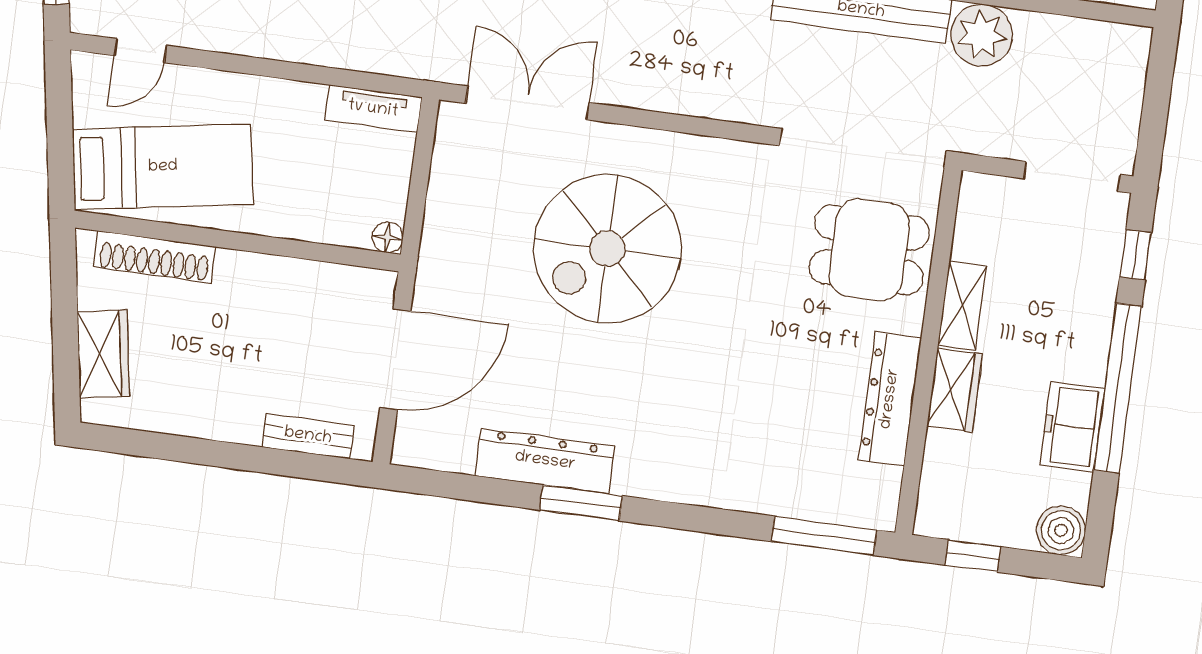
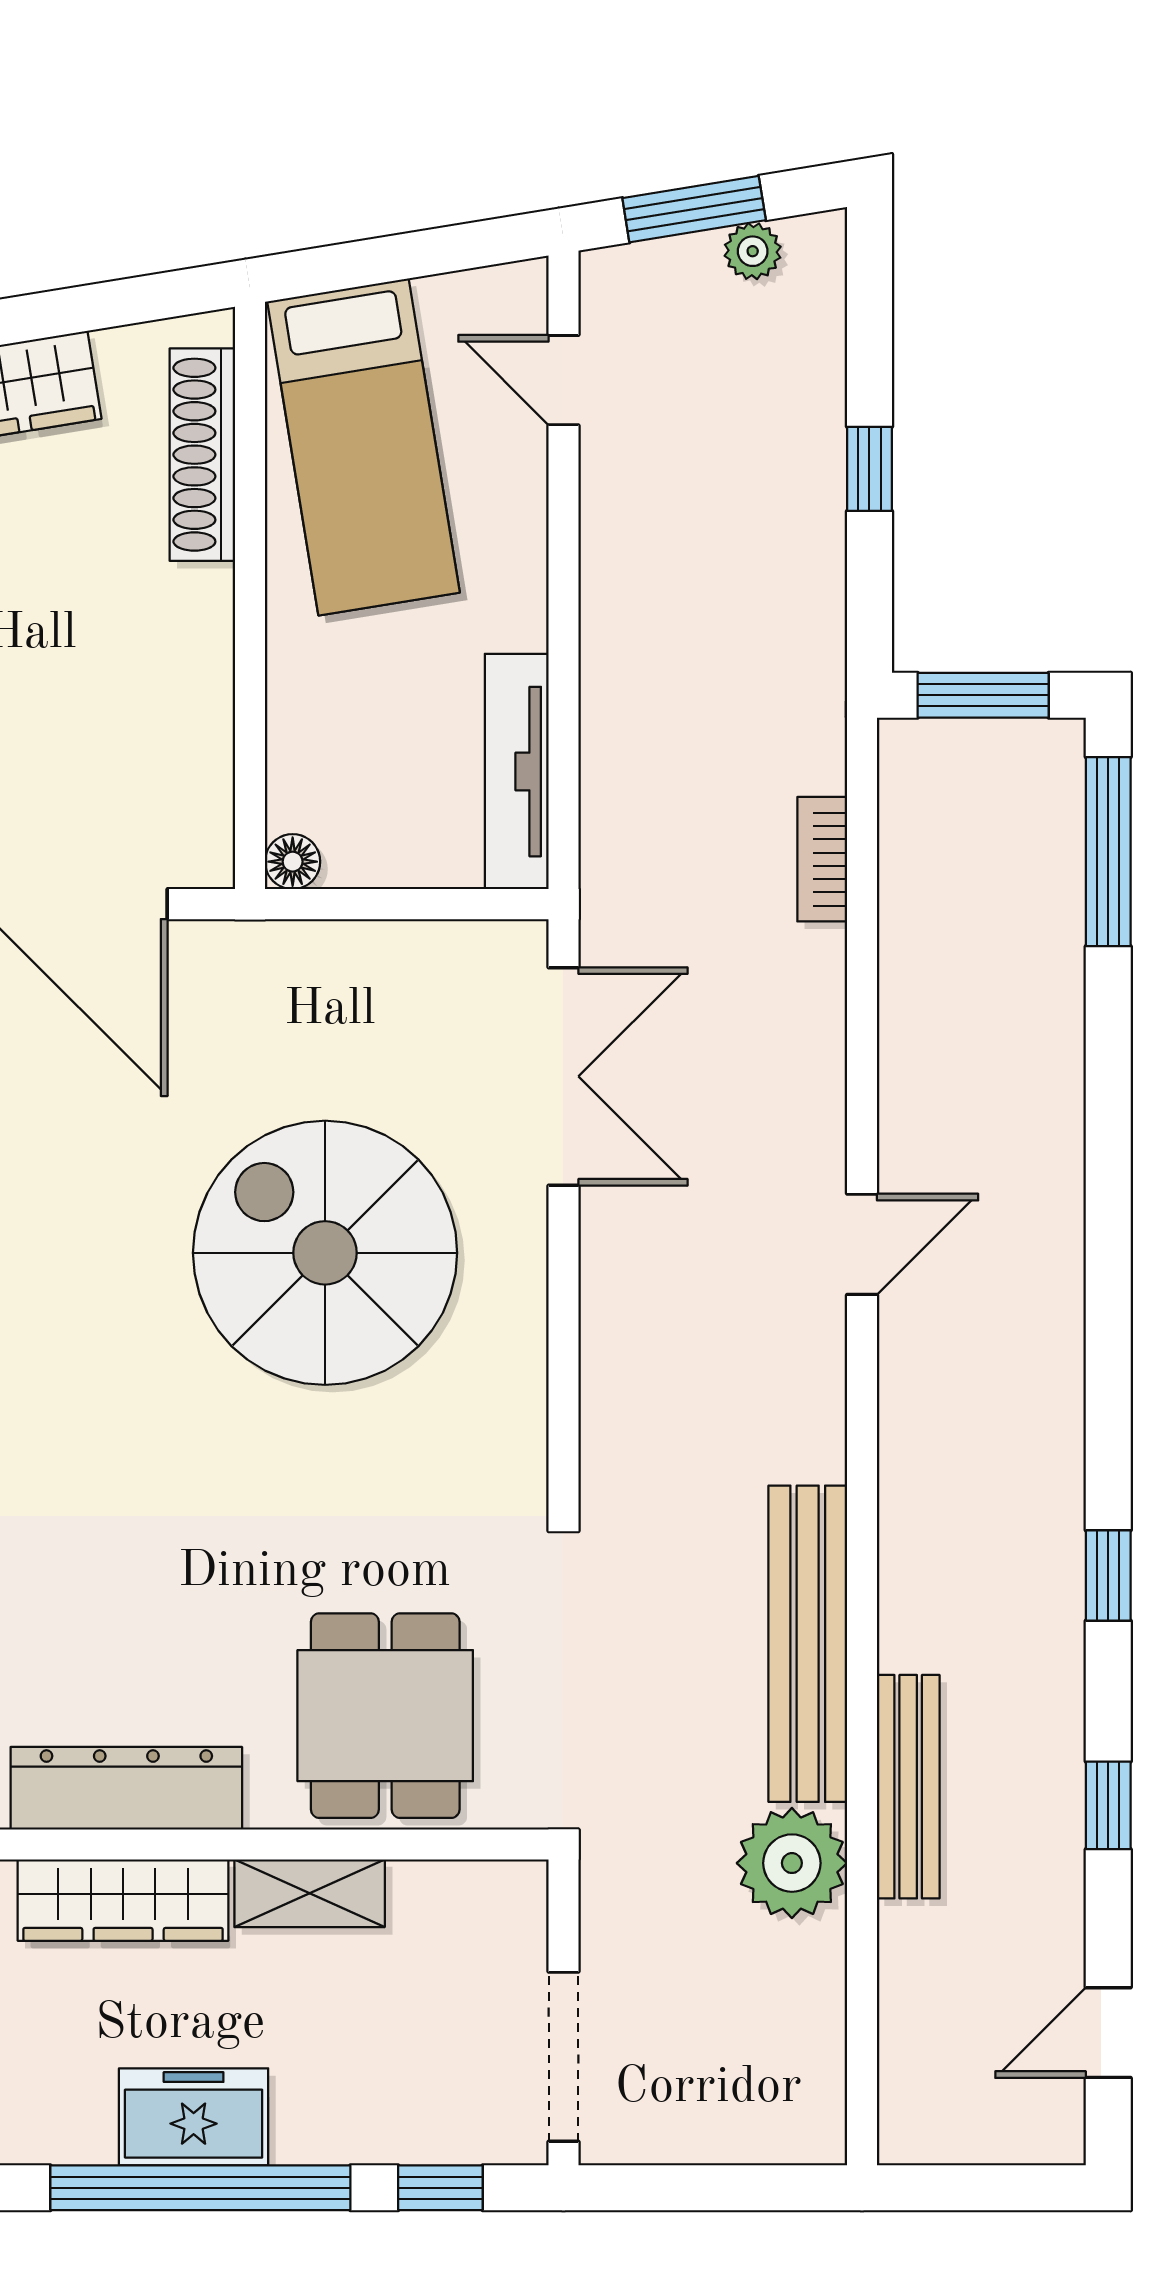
tv unit: (373, 109) -> (517, 772), width x1.41
wardrobe: (955, 390) -> (123, 1900), width x1.50
freezer: (1072, 427) -> (194, 2117), moved

